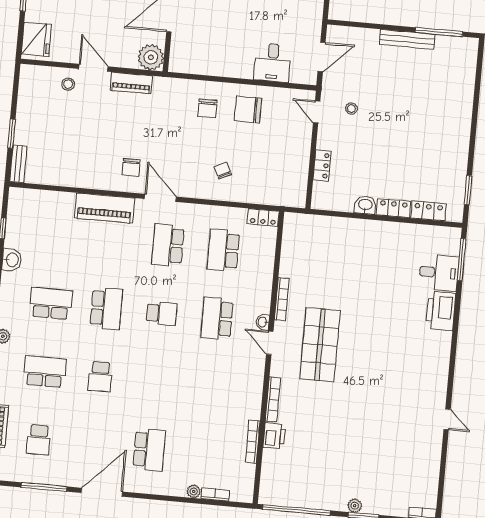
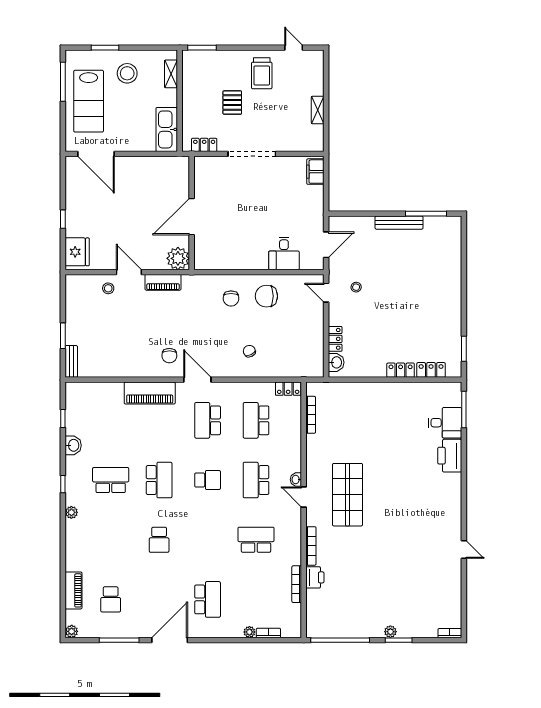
washbasin: (365, 205) -> (336, 362), moved, turned 90
bookcase: (282, 299) -> (311, 415), moved
school desk: (45, 372) -> (256, 540), moved

